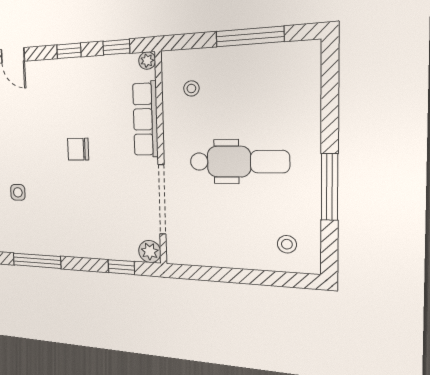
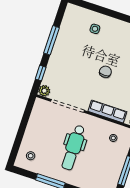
window: (37, 261) -> (51, 40), moved

